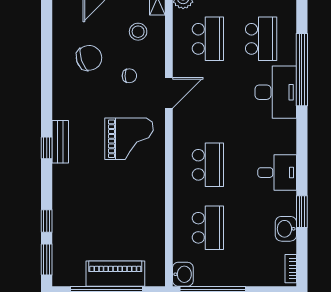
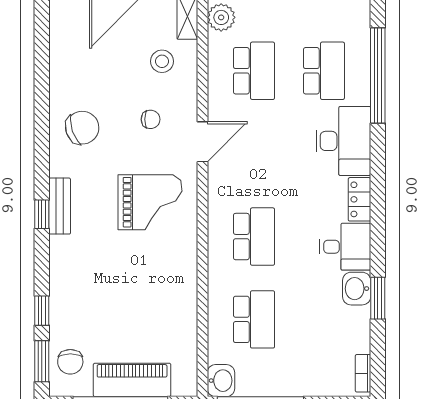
chair: (89, 58) -> (82, 128), moved
window: (302, 70) -> (378, 76), moved
locker: (288, 137) -> (359, 199), added
washbasin: (286, 229) -> (357, 289), moved
chair: (68, 260) -> (70, 362), added

